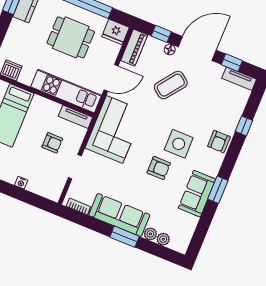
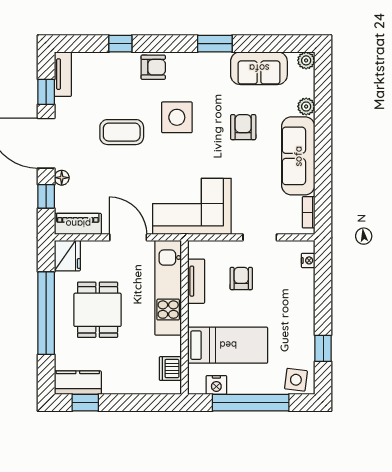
coffee table: (171, 85) -> (122, 132), moved, turned -37
tv unit: (75, 117) -> (196, 281), moved
armchair: (159, 168) -> (243, 127), moved
nightstand: (21, 183) -> (308, 260), moved
sofa: (197, 194) -> (259, 68), moved
window: (125, 237) -> (323, 138), removed
plant: (163, 239) -> (306, 60), moved

